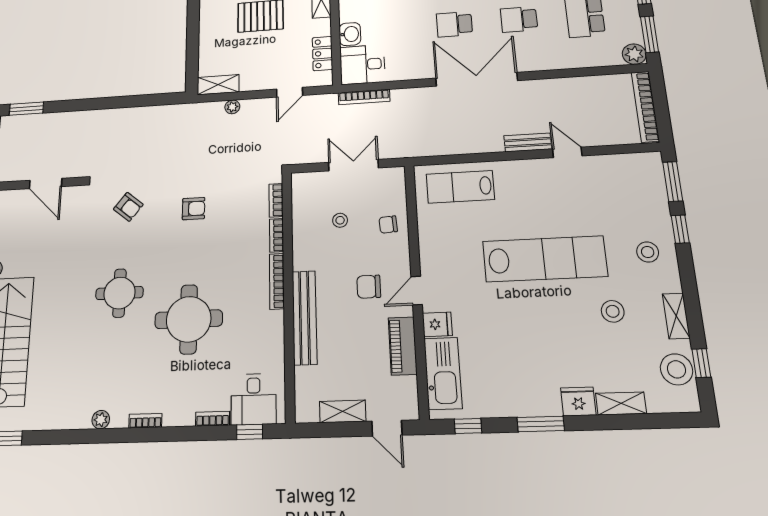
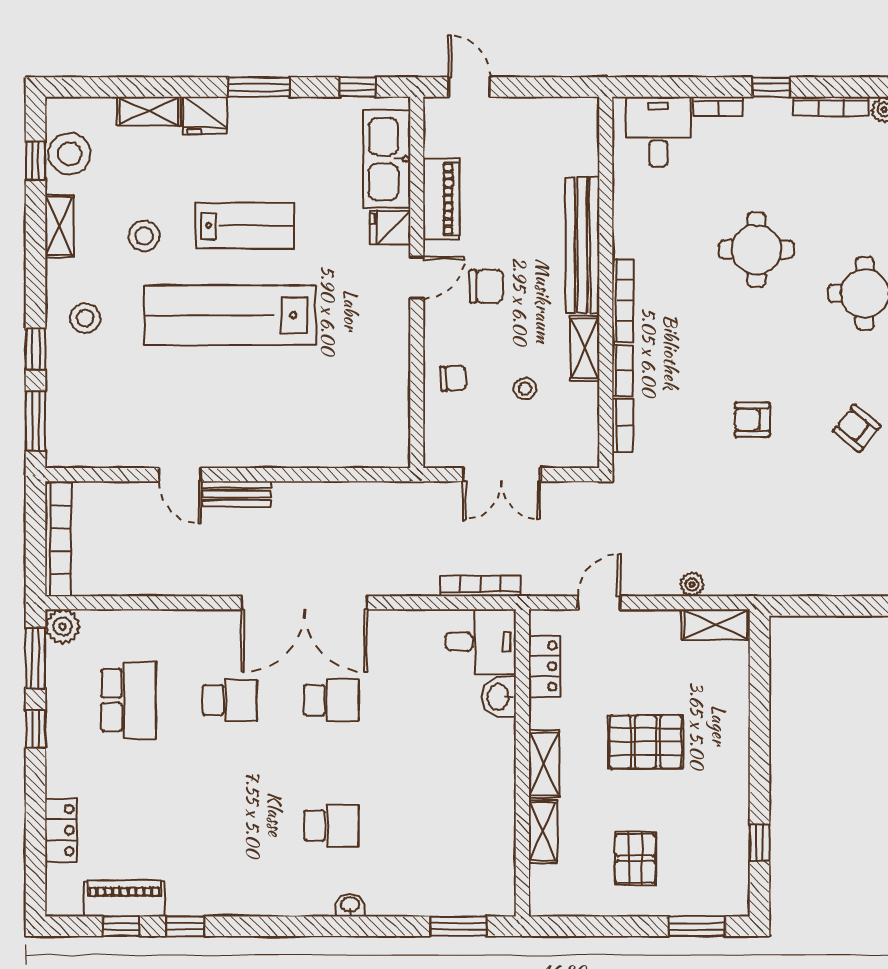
lab bench: (460, 187) -> (245, 226), moved
round table: (189, 319) -> (756, 250), width x0.73, depth x0.73
shelving: (343, 411) -> (585, 348), moved, turned 90
bookcase: (145, 421) -> (831, 106), width x1.56
window: (250, 432) -> (771, 87), moved

